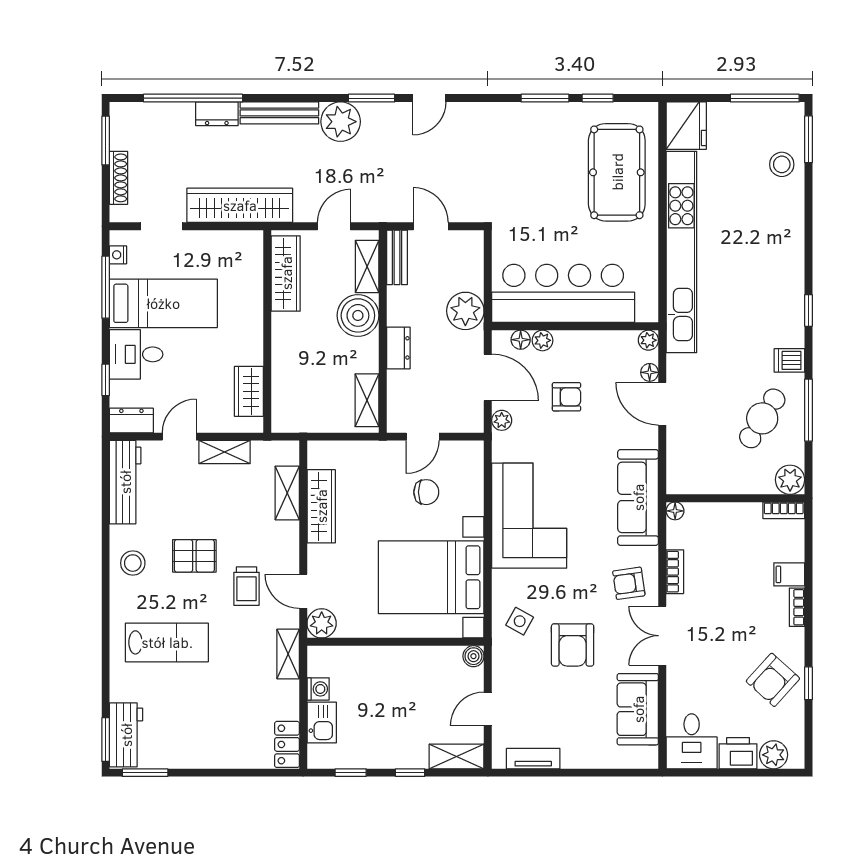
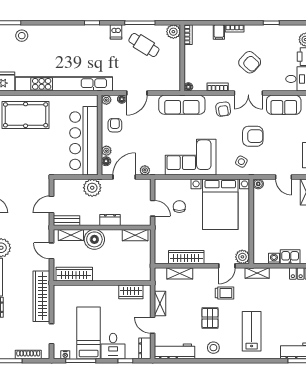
armchair: (567, 397) -> (115, 125), moved
armchair: (773, 680) -> (250, 62), moved

